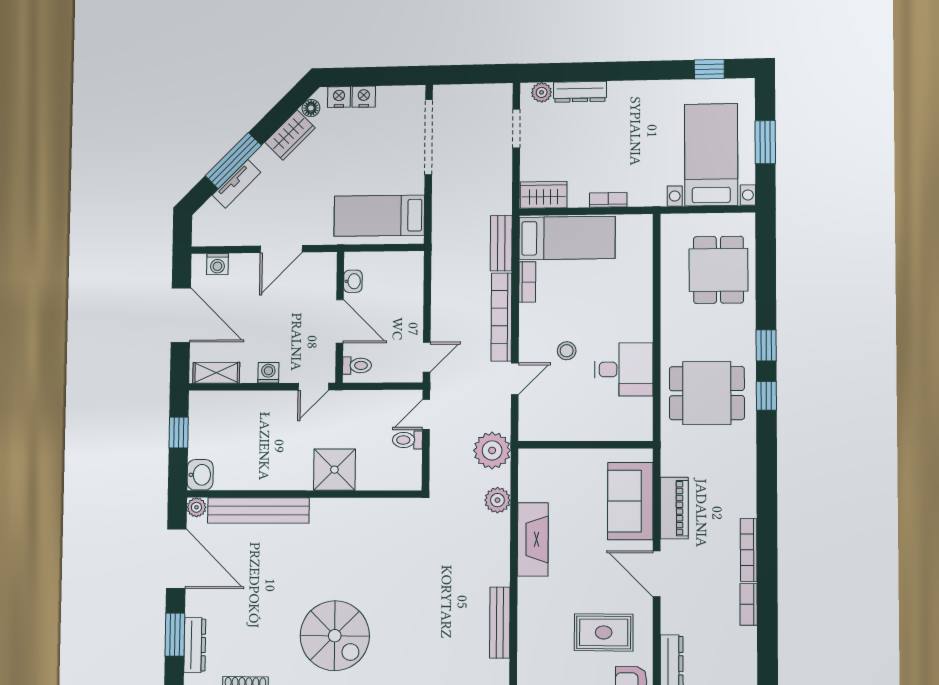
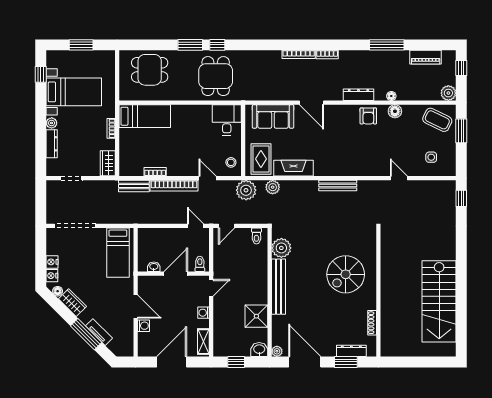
plant: (542, 92) -> (52, 123), moved
bed with nightstands: (711, 155) -> (74, 92), moved, turned 180
bed: (567, 238) -> (145, 116), moved, turned 90
washing machine: (218, 264) -> (144, 326), moved
window: (766, 345) -> (190, 45), width x1.50
stool: (567, 351) -> (231, 162), moved
desk: (624, 369) -> (227, 120), moved
door: (313, 387) -> (211, 288), hinge flipped
door: (426, 414) -> (227, 226), hinge flipped
toilet: (407, 440) -> (256, 236), moved
shower: (334, 470) -> (256, 316), moved
piano: (674, 508) -> (277, 93), removed
bench: (258, 510) -> (278, 287), moved
plant: (385, 516) -> (281, 248), added
door: (176, 559) -> (305, 362), hinge flipped
door: (657, 574) -> (311, 103), hinge flipped
rug: (604, 632) -> (261, 159), moved
spiral stairs: (335, 636) -> (346, 274), turned 180

